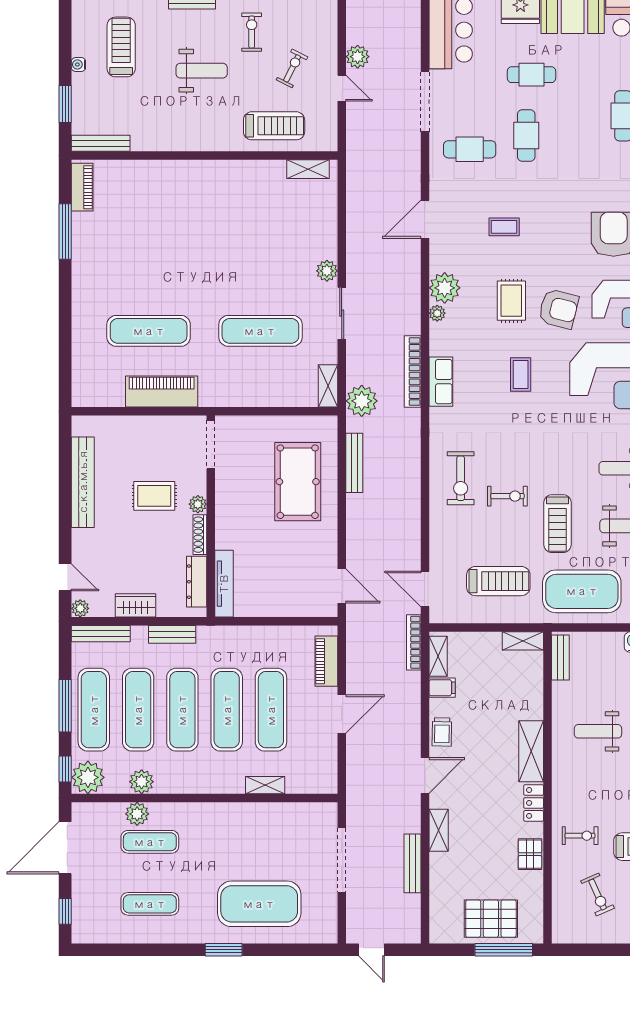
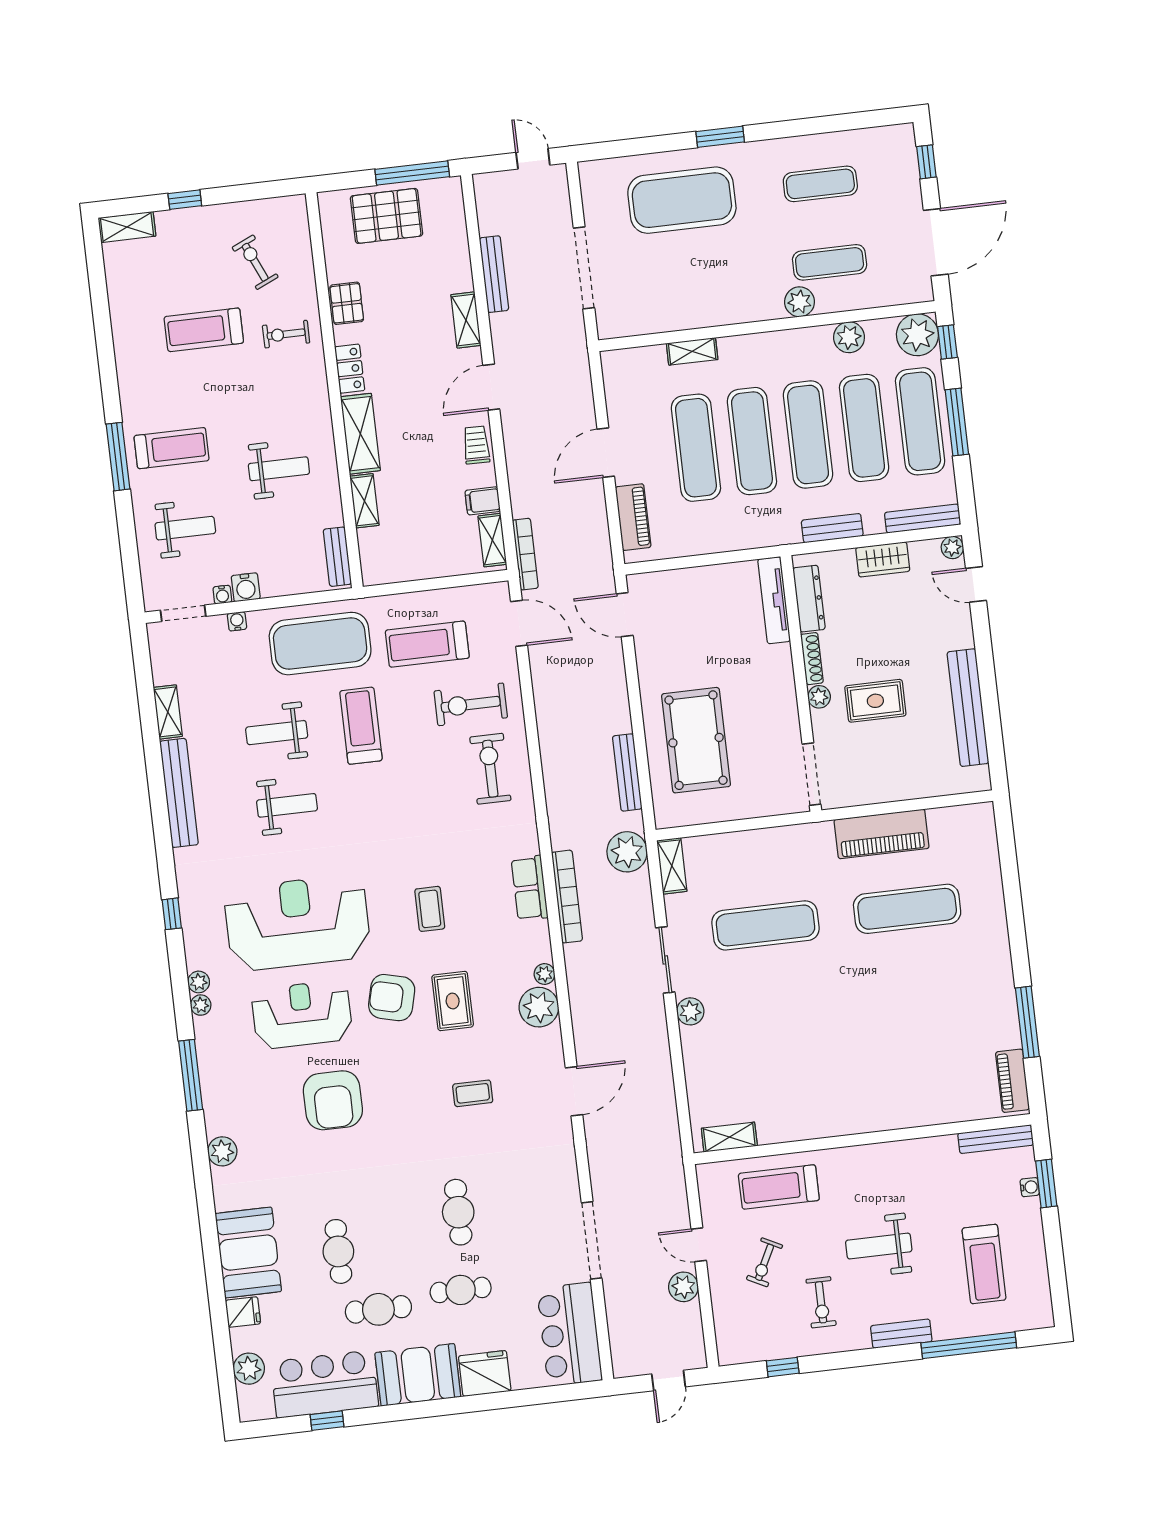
water cooler: (78, 64) -> (1030, 1187), moved
cafe table: (470, 149) -> (378, 1309), moved
exercise bike: (507, 496) -> (471, 704), moved, width x1.38, depth x1.39
shelving: (523, 641) -> (364, 501), moved, turned 90
plant: (137, 814) -> (800, 302), moved
window: (504, 950) -> (412, 173), moved

